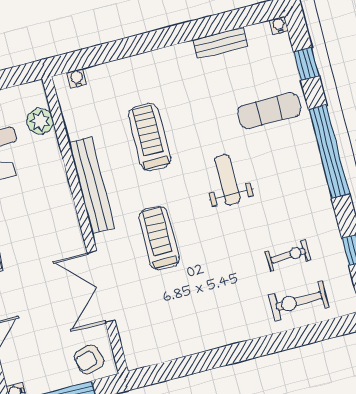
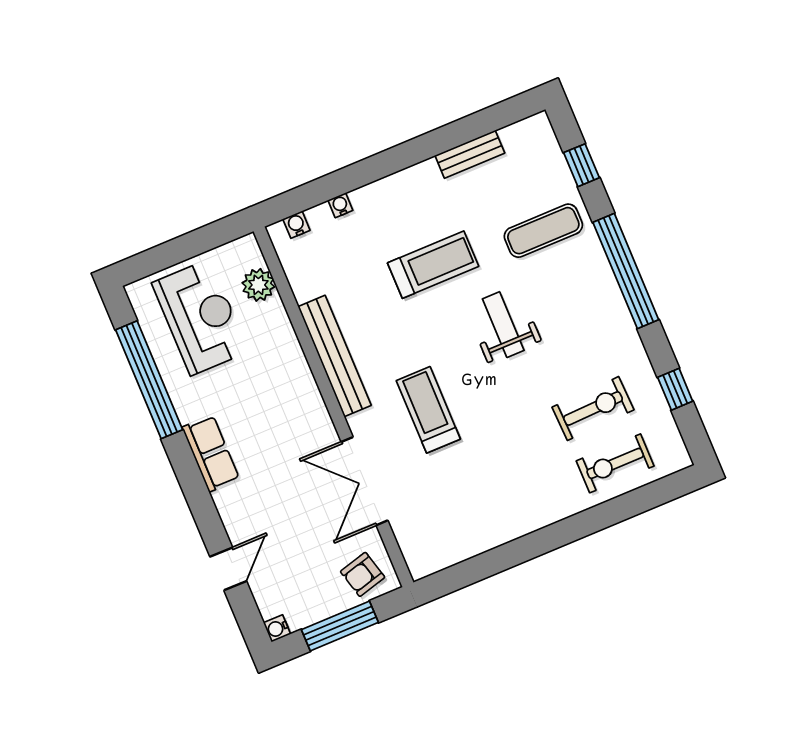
water cooler: (279, 25) -> (340, 205), moved
treadmill: (150, 137) -> (433, 265), moved, turned 90
exercise bike: (288, 256) -> (593, 408), width x1.38, depth x1.39

